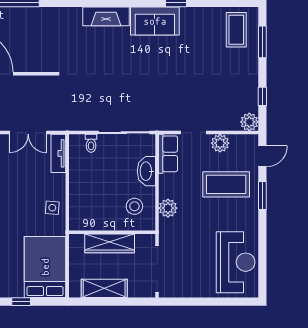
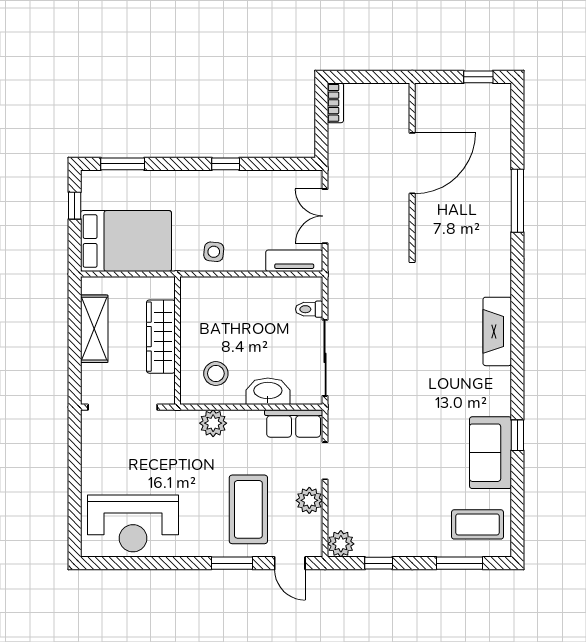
sofa: (155, 21) -> (491, 453), moved

